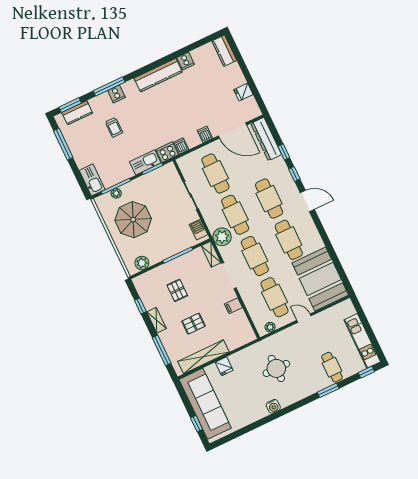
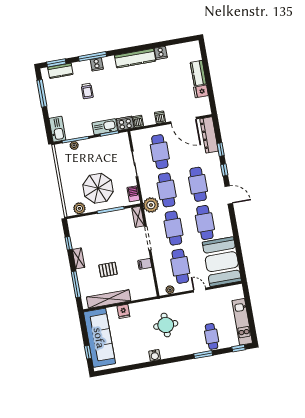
kitchen counter: (224, 51) -> (198, 73), moved
parasol: (133, 220) -> (98, 188), moved
pallet: (177, 290) -> (102, 239), removed

